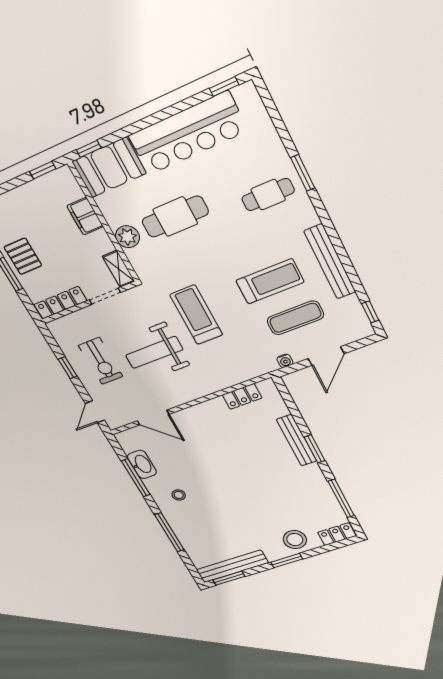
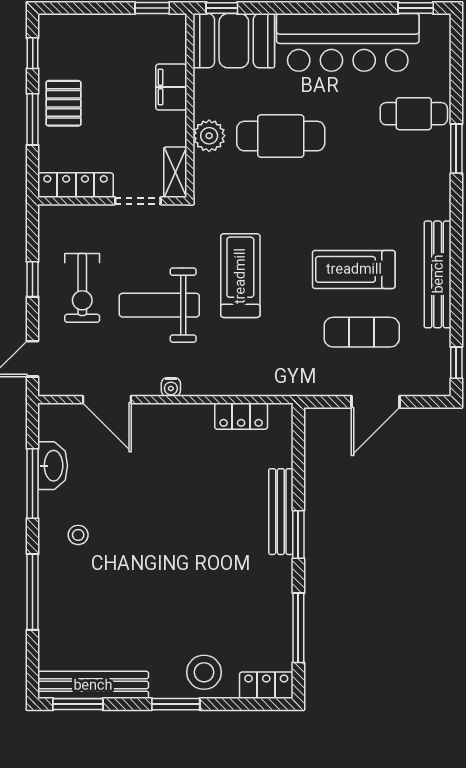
cafe table: (268, 195) -> (414, 114), moved
treadmill: (270, 281) -> (354, 269), turned 180
water cooler: (285, 361) -> (171, 387), moved

